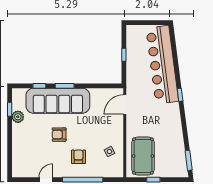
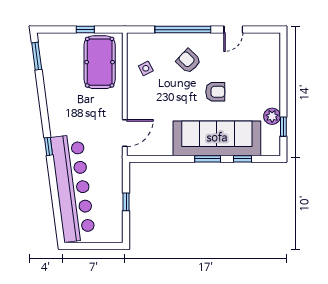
armchair: (78, 157) -> (188, 61), turned 134

